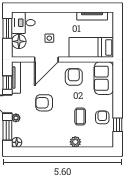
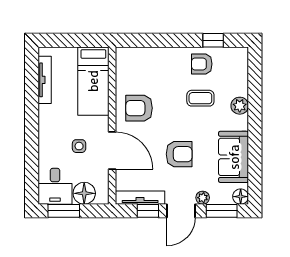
sofa: (104, 78) -> (234, 157), moved, turned 90
armchair: (44, 103) -> (179, 154), turned -90

